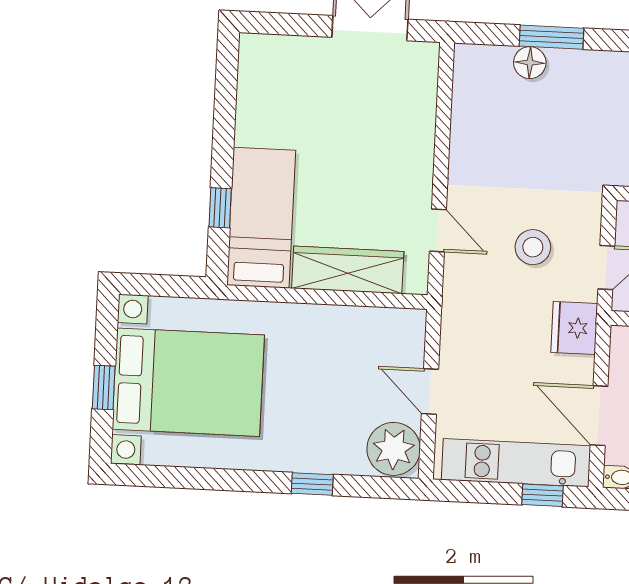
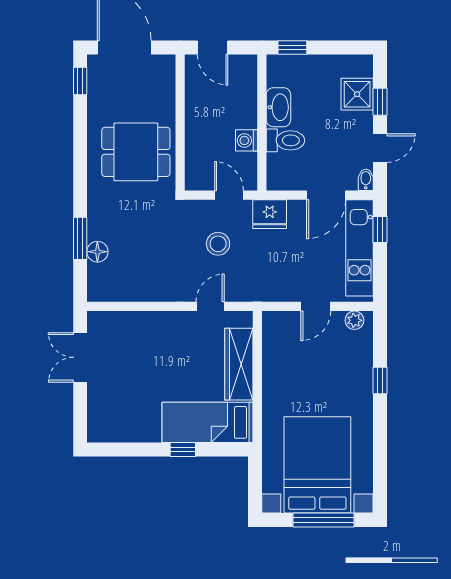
window: (220, 208) -> (183, 450), moved
window: (104, 387) -> (323, 520), width x2.17
plant: (394, 449) -> (354, 320), width x0.53, depth x0.53

